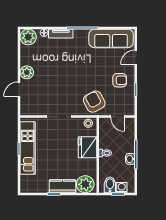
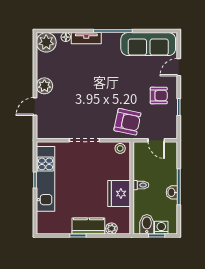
armchair: (94, 102) -> (127, 122), turned 130
fridge: (87, 147) -> (119, 194), moved
plant: (85, 184) -> (111, 228), width x0.53, depth x0.53

